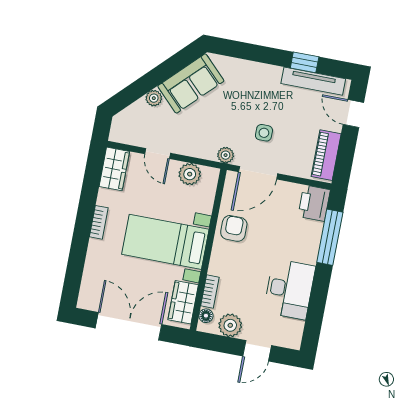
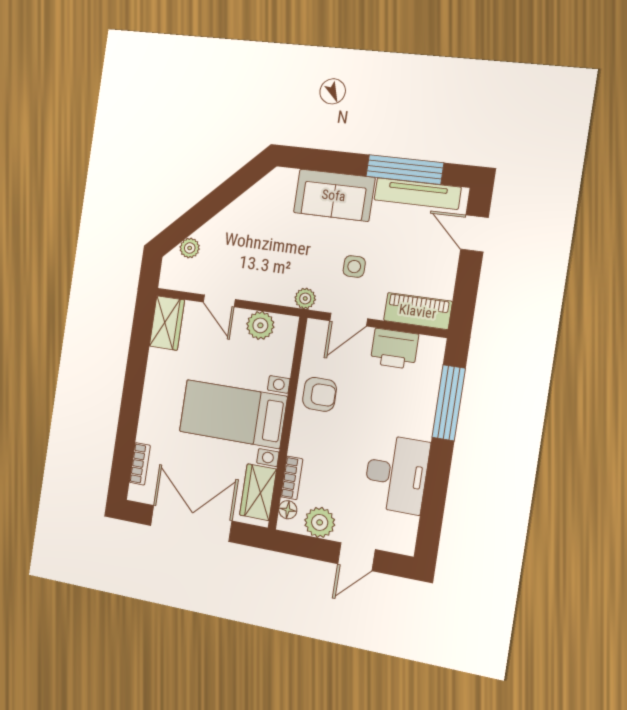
window: (305, 62) -> (405, 170), width x2.17
sofa: (191, 84) -> (334, 195), moved, turned 45
plant: (154, 98) -> (190, 248), moved
piano: (326, 155) -> (418, 311), moved, turned 90
door: (258, 173) -> (349, 320), width x0.73
printer: (314, 203) -> (394, 349), moved, turned -90
bookcase: (99, 222) -> (140, 464), moved
armchair: (234, 228) -> (319, 394), turned 90

